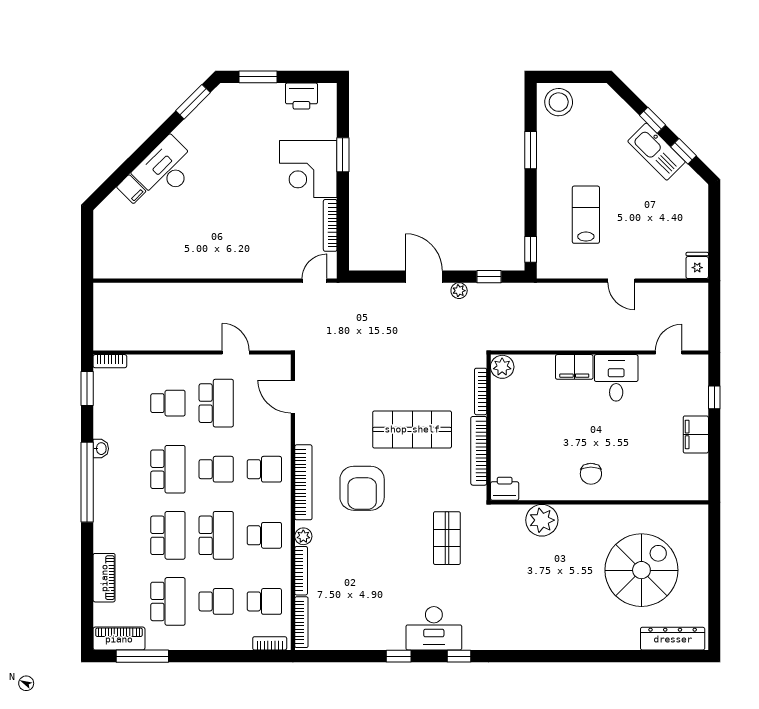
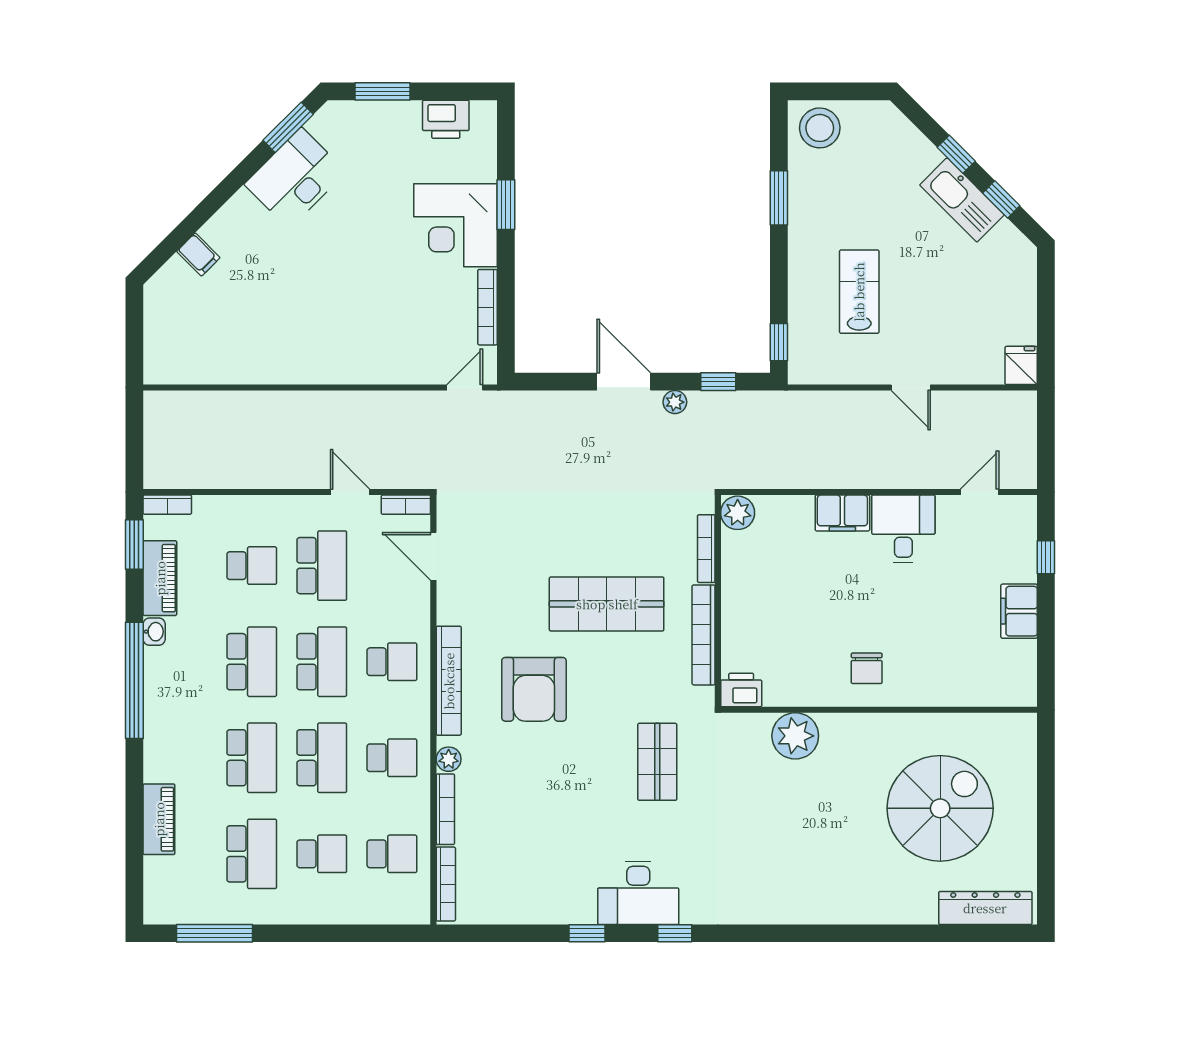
desk: (166, 169) -> (295, 178), moved
school desk: (216, 469) -> (322, 662), width x1.85
piano: (119, 639) -> (160, 578), moved, turned 90
bookcase: (270, 643) -> (406, 505), moved, turned 180

